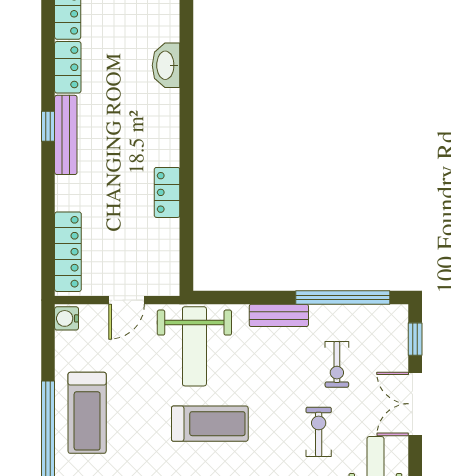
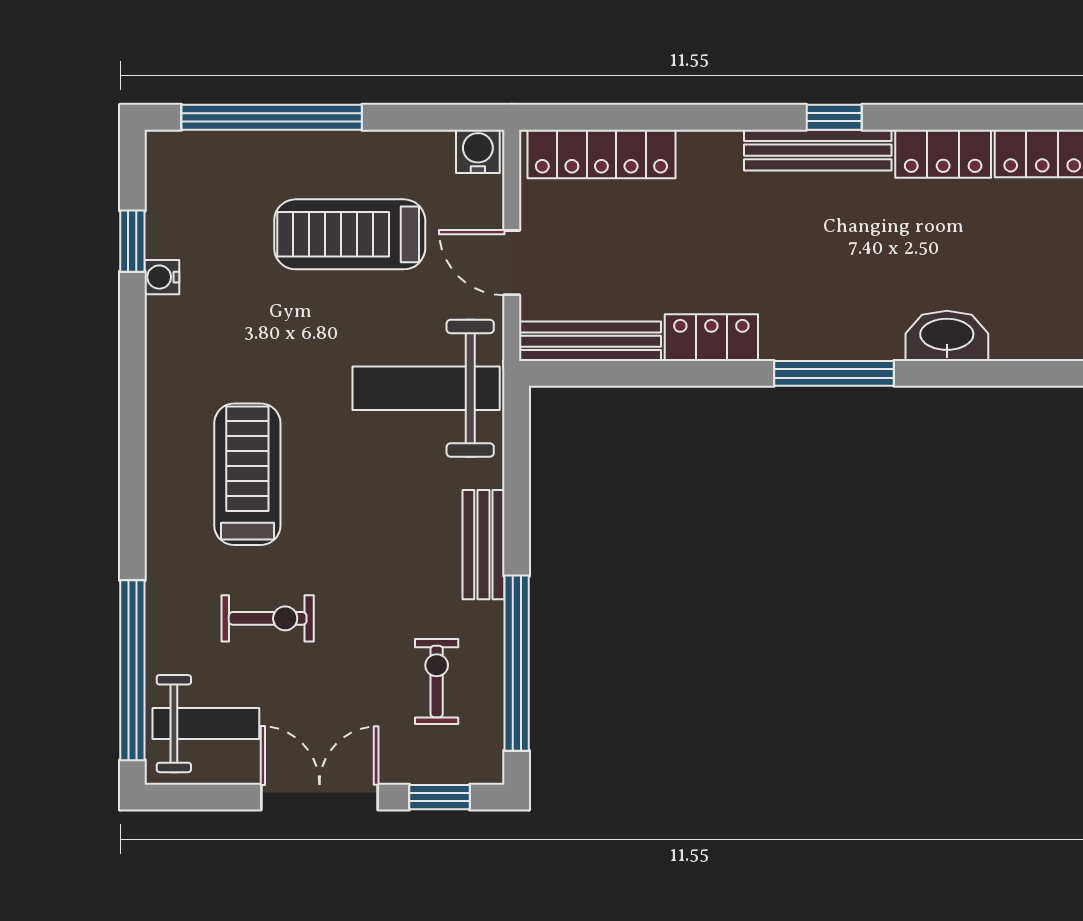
window: (186, 126) -> (834, 373), added
bench: (169, 258) -> (590, 341), added
exercise bike: (337, 364) -> (437, 681), moved, turned 90
treadmill: (87, 413) -> (350, 234), moved
treadmill: (210, 424) -> (247, 474), moved, turned 180

